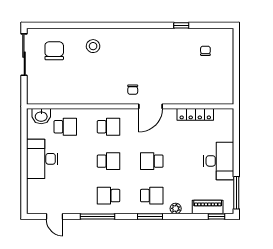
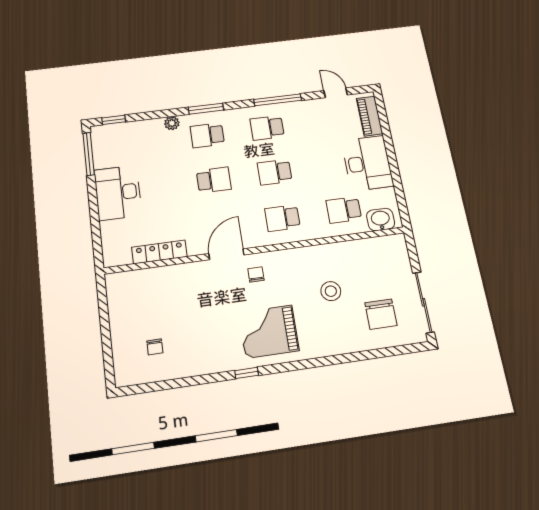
window: (181, 25) -> (247, 373), moved
stool: (93, 46) -> (331, 291), moved
grand piano: (130, 50) -> (269, 331), added
school desk: (109, 196) -> (267, 128), turned 180
piano: (208, 207) -> (369, 116), moved, turned 90

